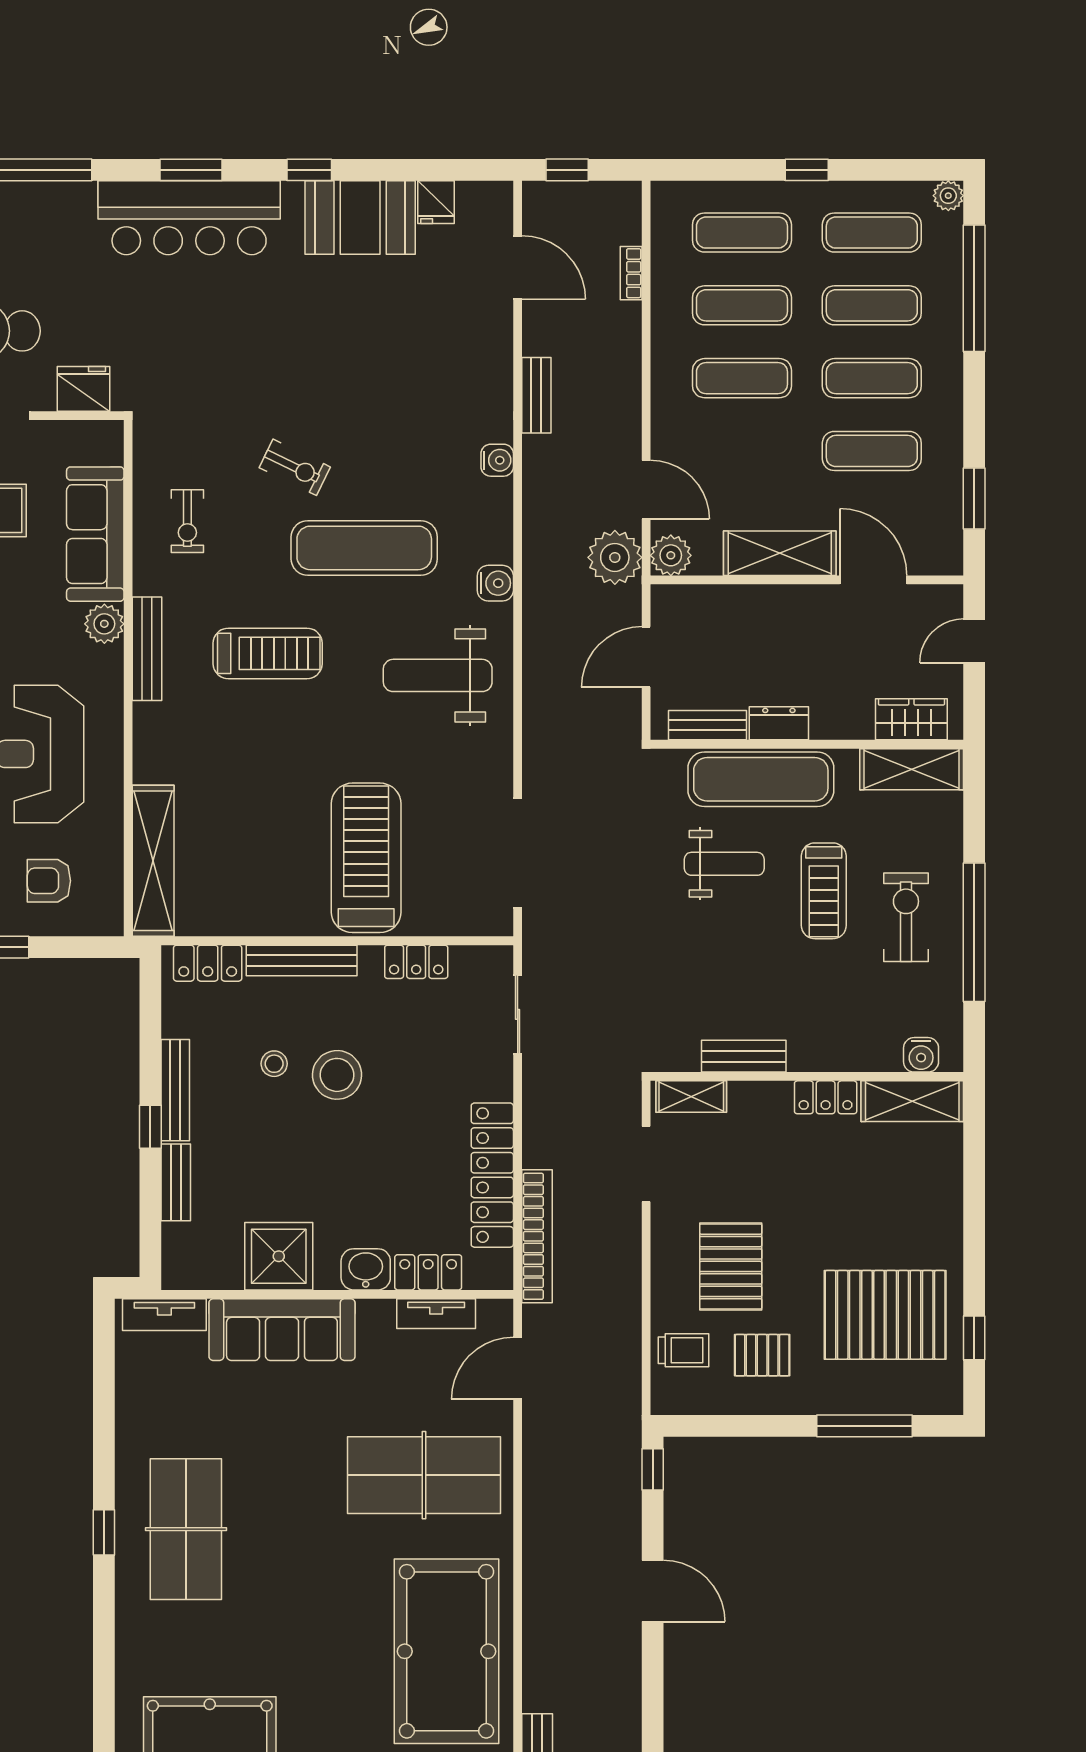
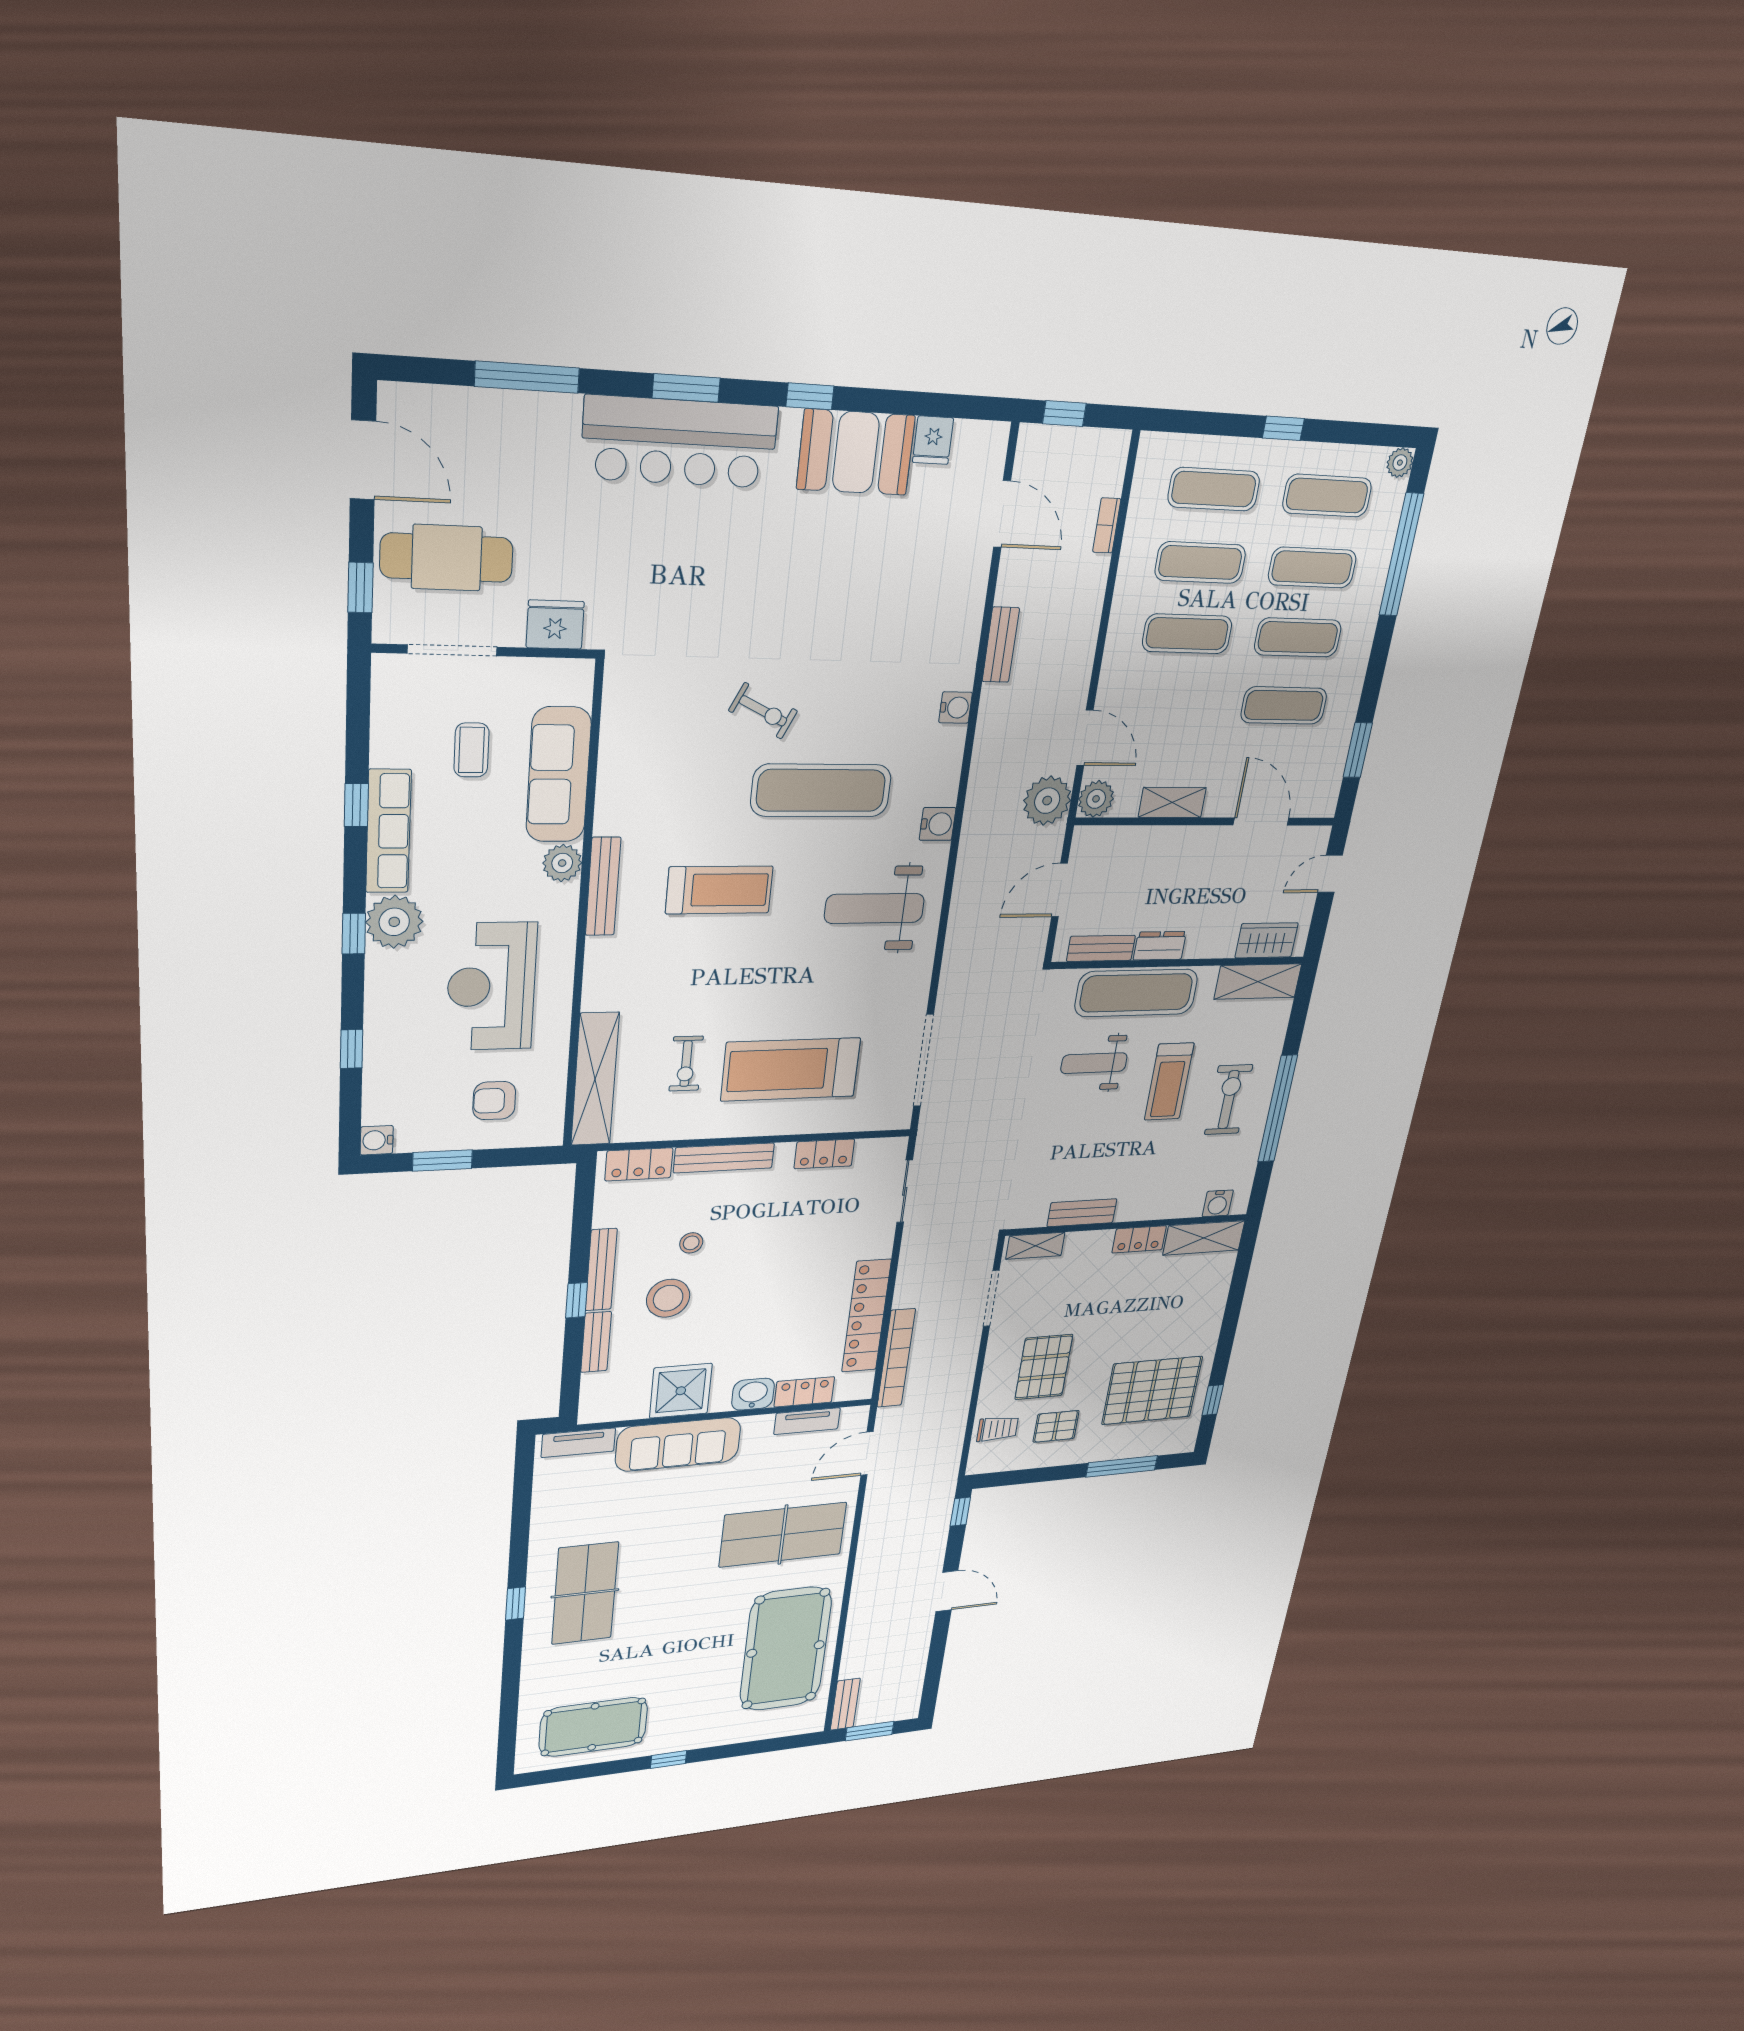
exercise bike: (187, 521) -> (686, 1064), moved
shelving: (780, 553) -> (1172, 802), width x0.67, depth x0.75
treadmill: (366, 858) -> (791, 1069), turned -90
weight bench: (724, 864) -> (1094, 1063), turned 180
stool: (337, 1075) -> (668, 1298), moved

